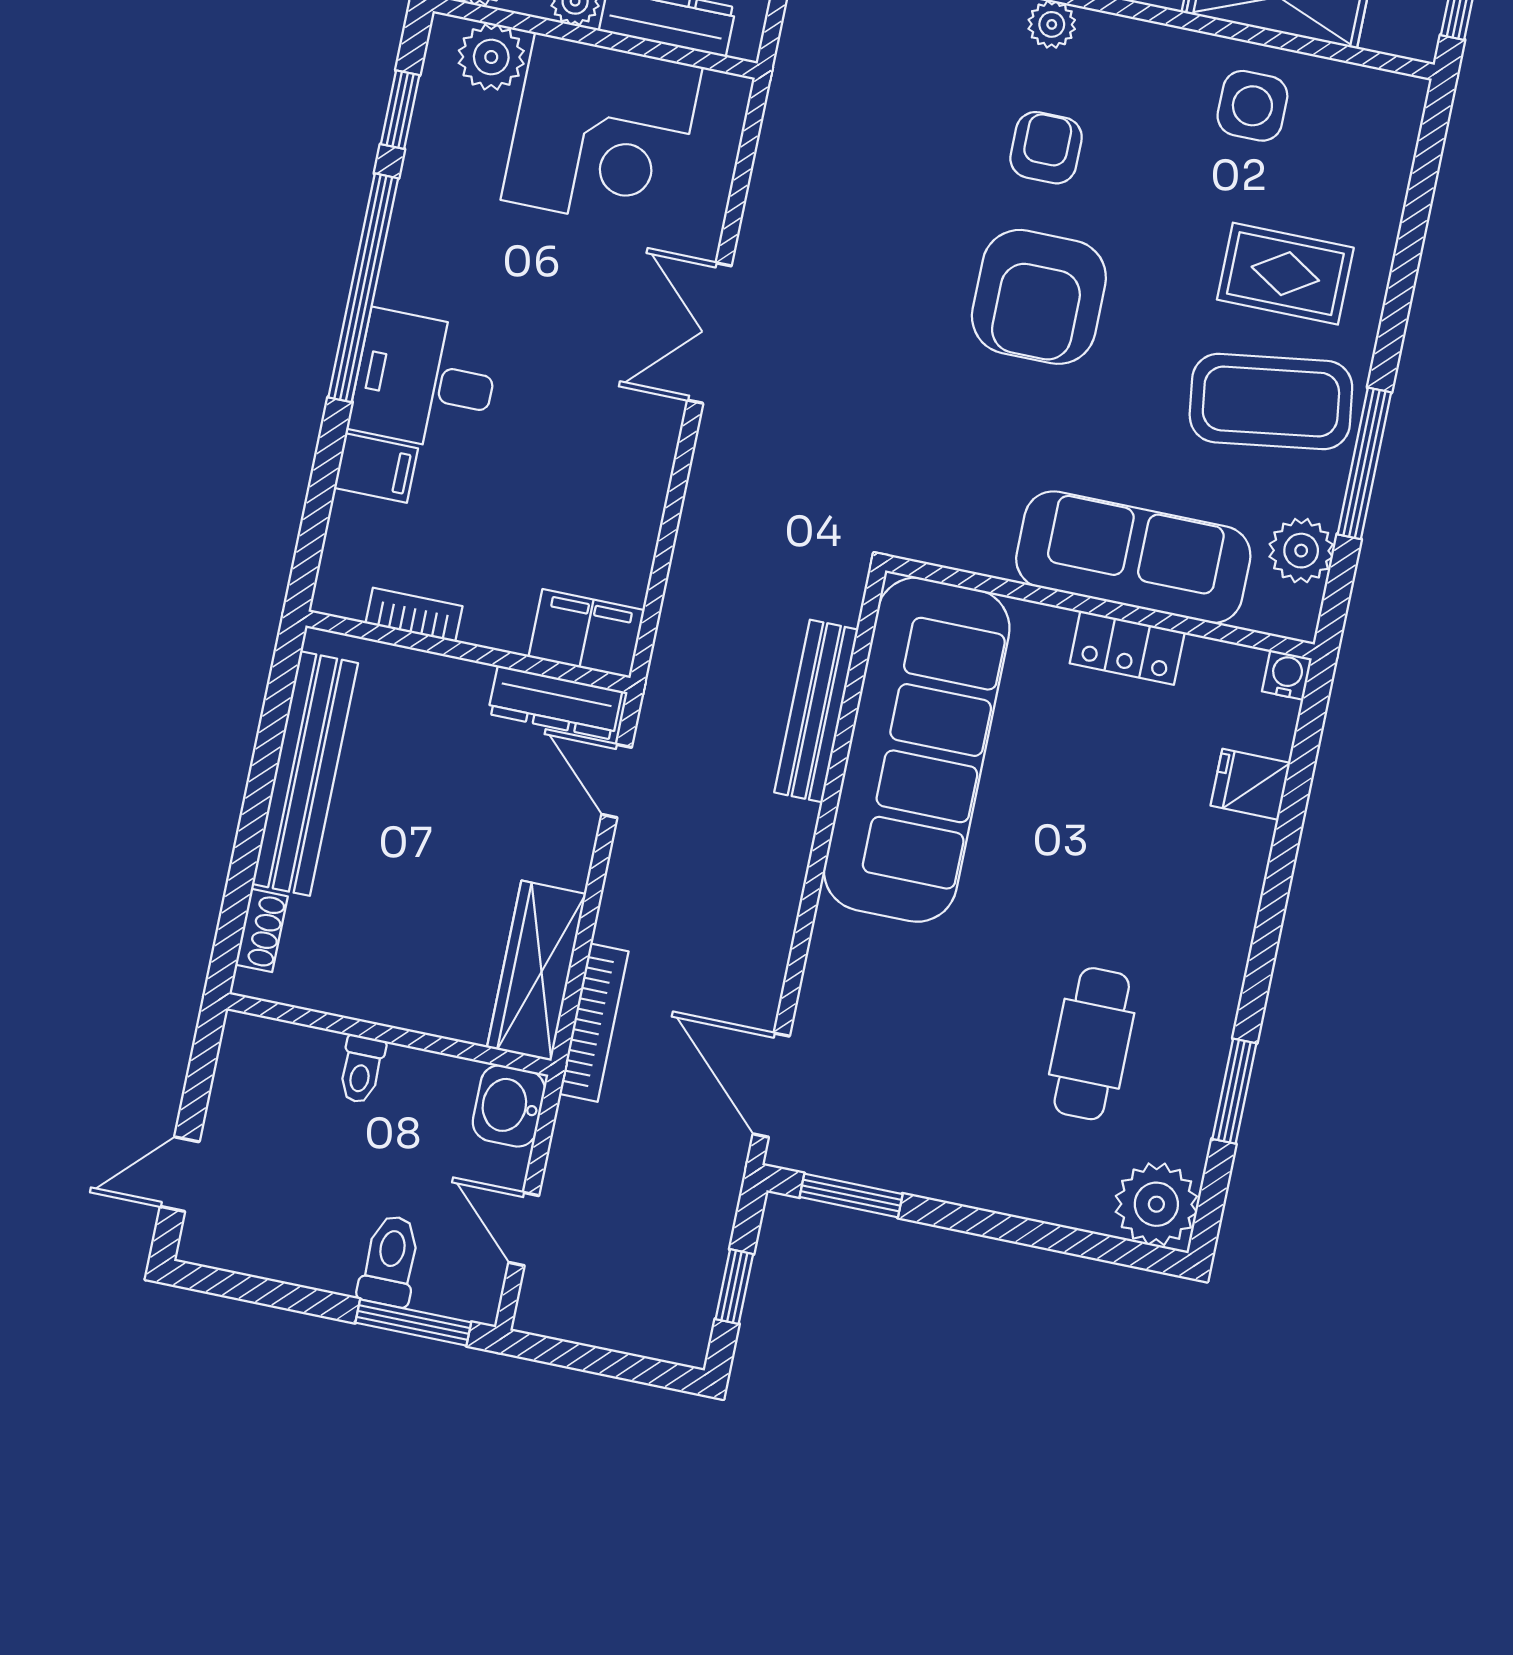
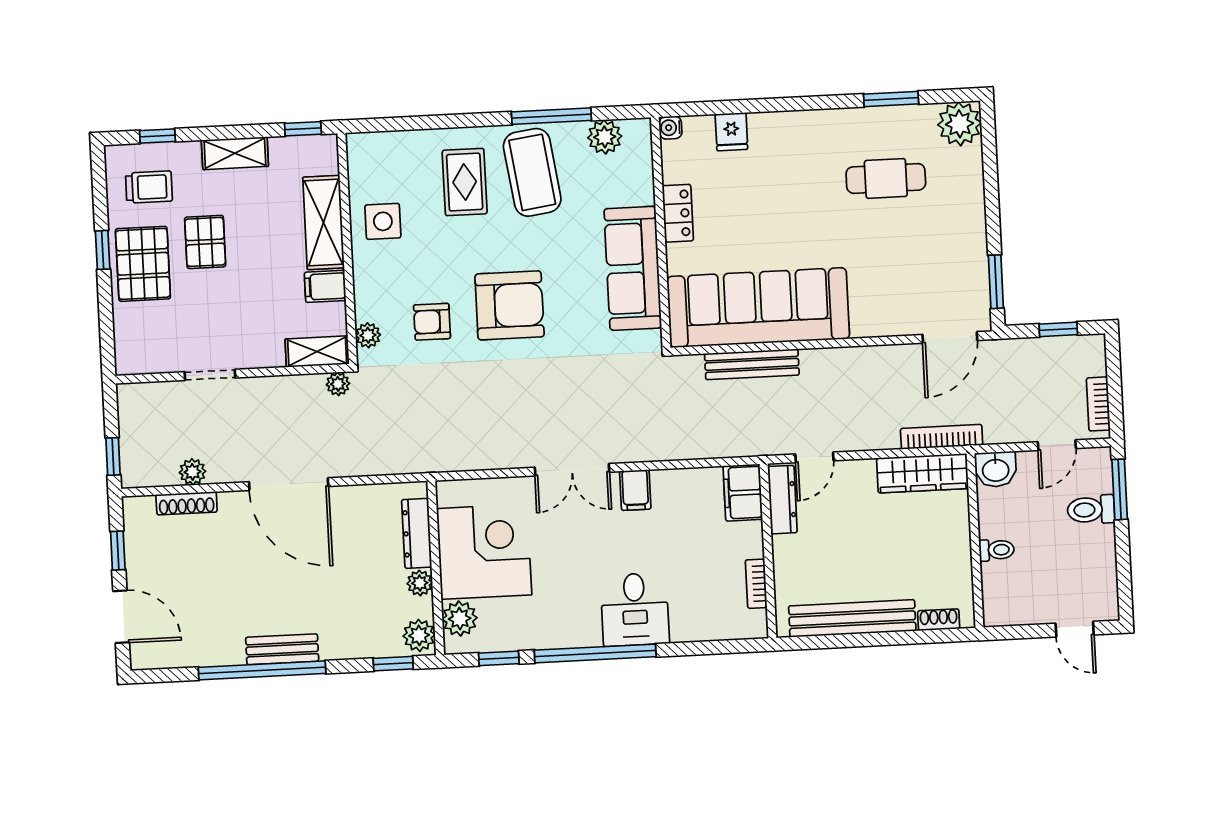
filing cabinet: (376, 468) -> (635, 490), moved, turned 180
sofa: (1133, 557) -> (633, 268), moved
bookcase: (579, 1324) -> (1098, 404), added

